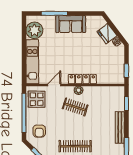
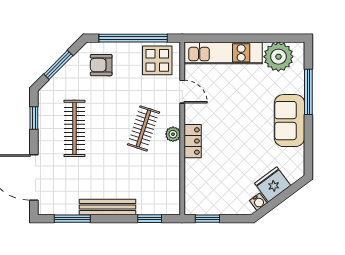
locker: (82, 79) -> (193, 141), width x0.66

